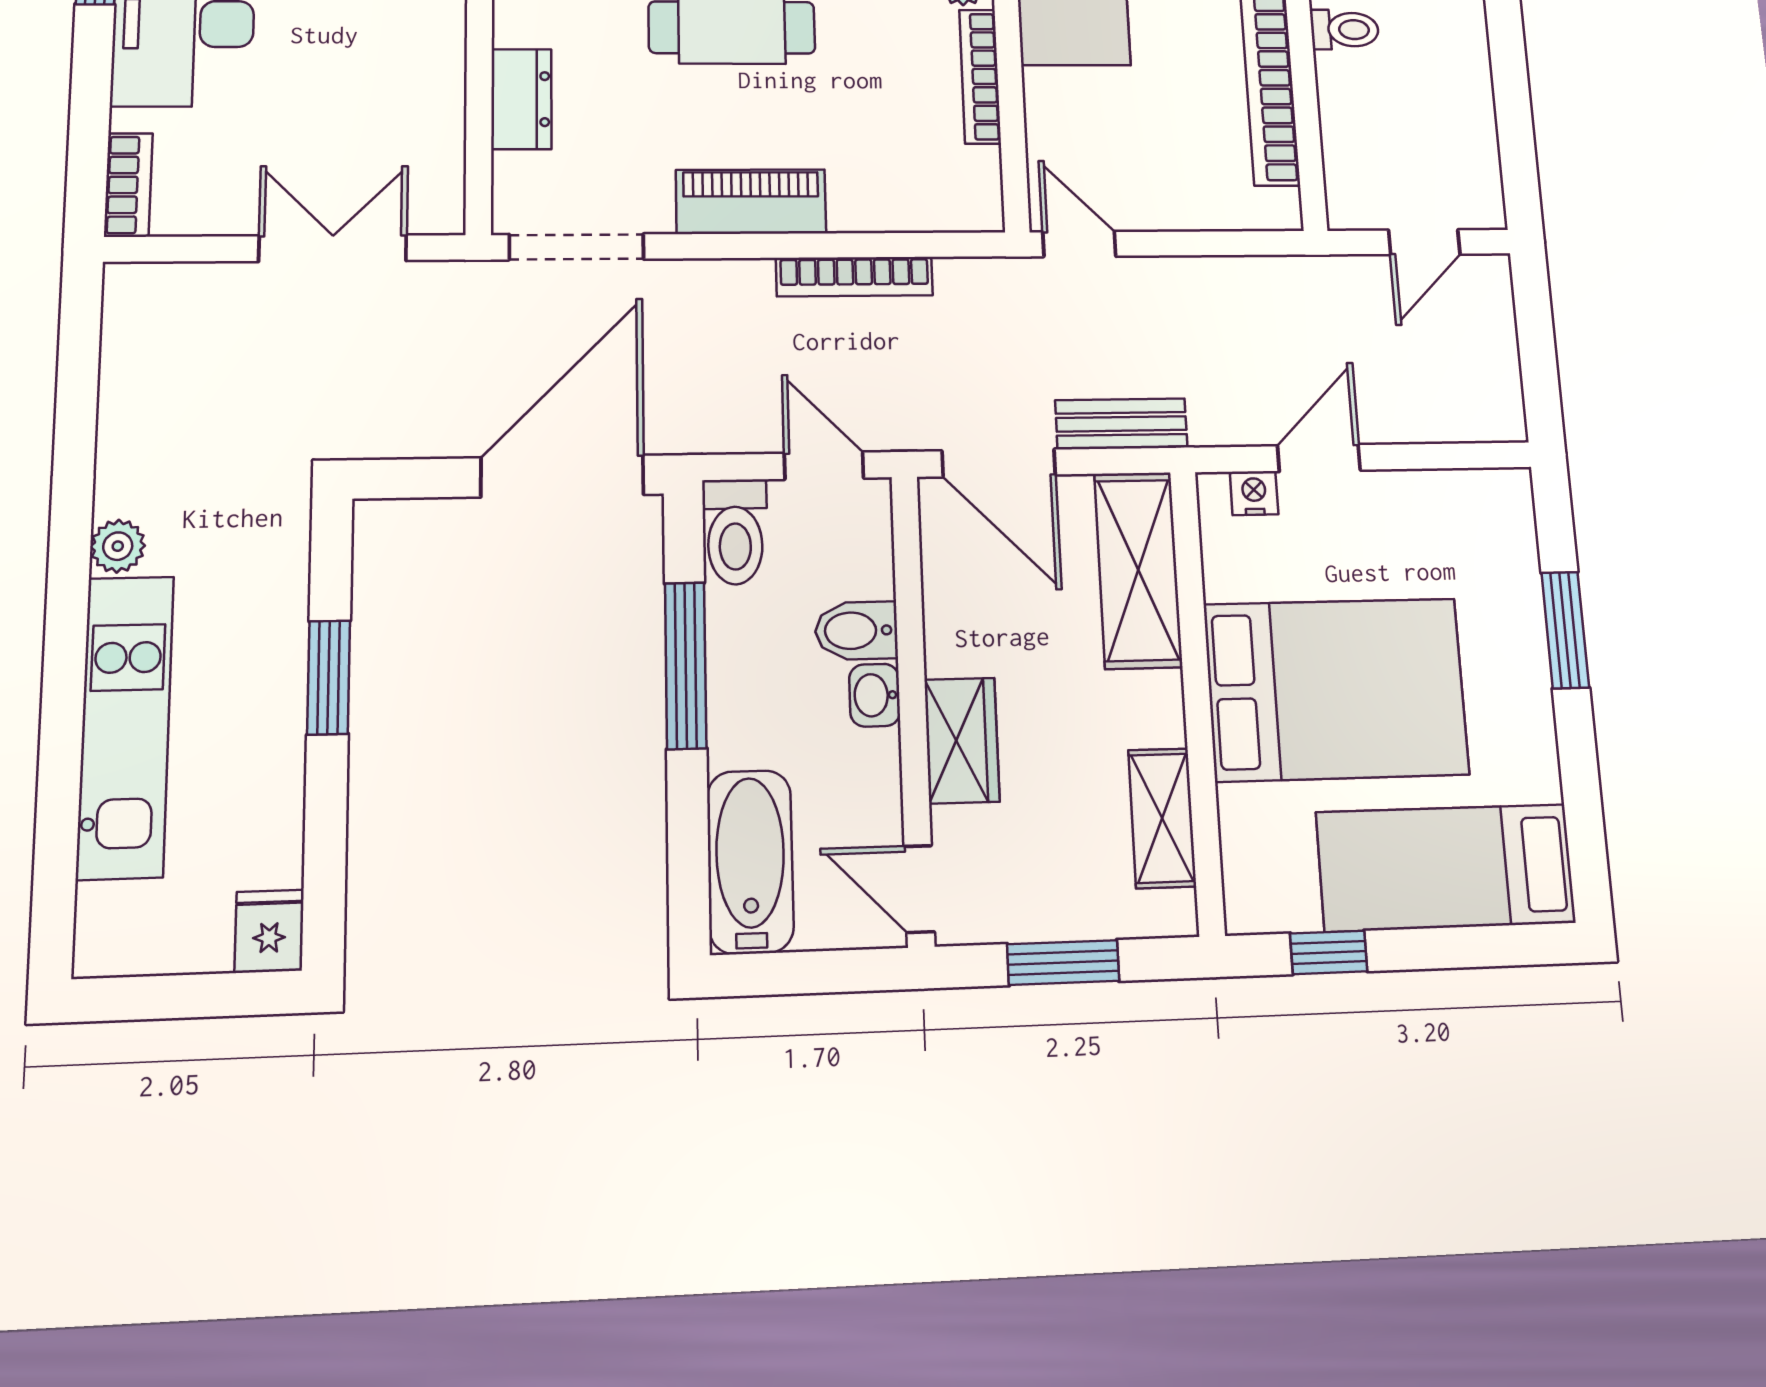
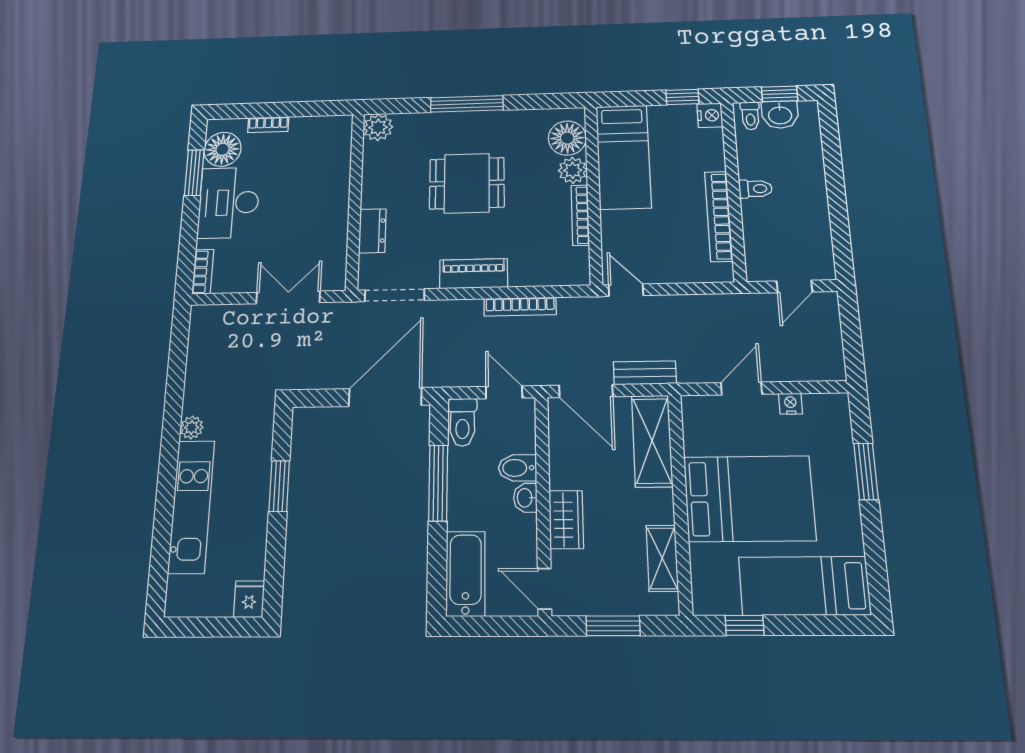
nightstand: (1254, 493) -> (790, 404), moved

